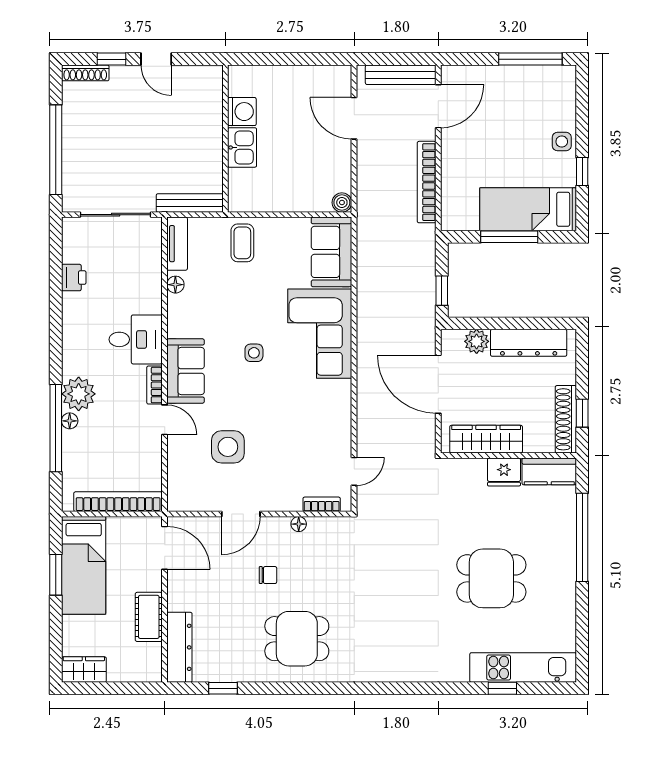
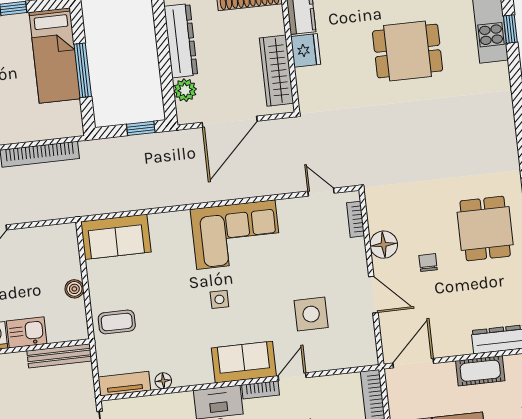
bench: (190, 203) -> (59, 356), moved, turned 90
boiler: (342, 203) -> (74, 289), moved
corner sofa: (320, 334) -> (236, 235), moved
floor lamp: (299, 524) -> (384, 245), width x1.89, depth x1.89
dining table: (491, 578) -> (408, 51), turned 90

